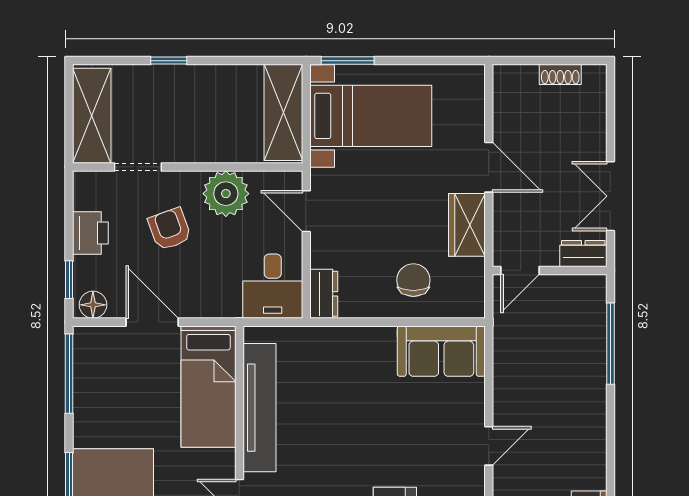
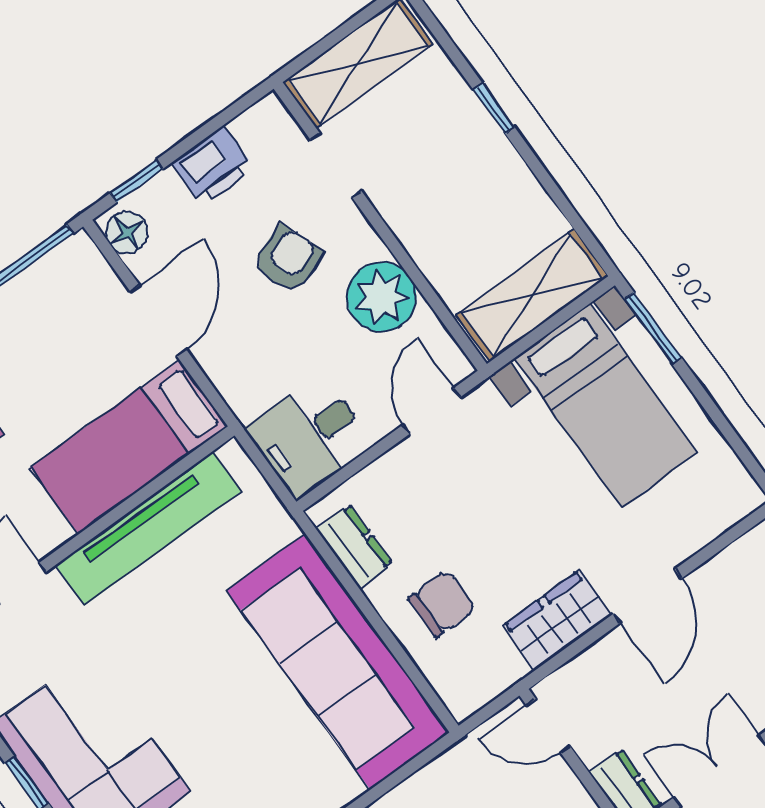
dresser: (324, 294) -> (354, 546), moved, turned -90
sofa: (441, 351) -> (338, 661), width x1.85, depth x1.27

